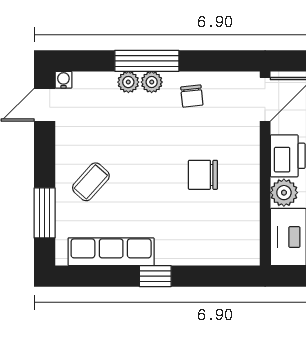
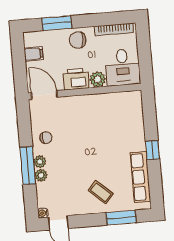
chair: (203, 175) -> (91, 127), removed

